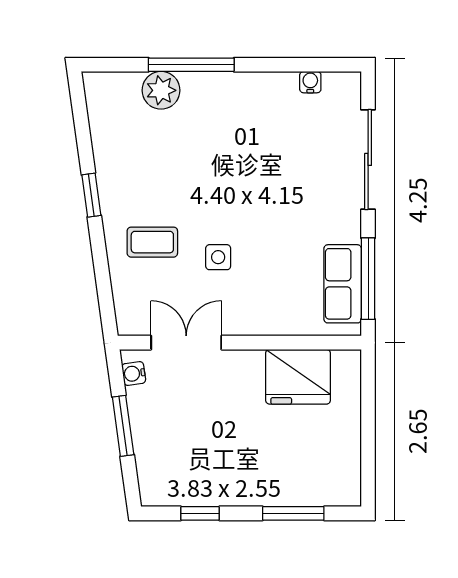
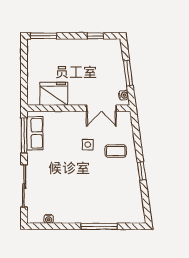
plant: (161, 90) -> (112, 215), removed
window: (293, 513) -> (44, 36), moved

